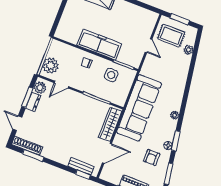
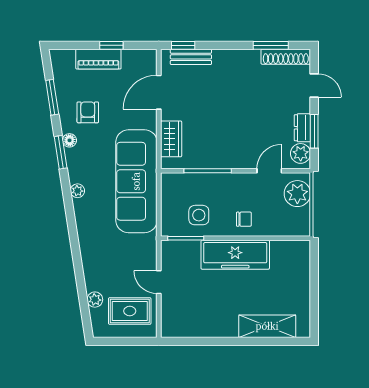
window: (180, 19) -> (127, 341), removed
wardrobe: (110, 124) -> (171, 139), width x0.67

